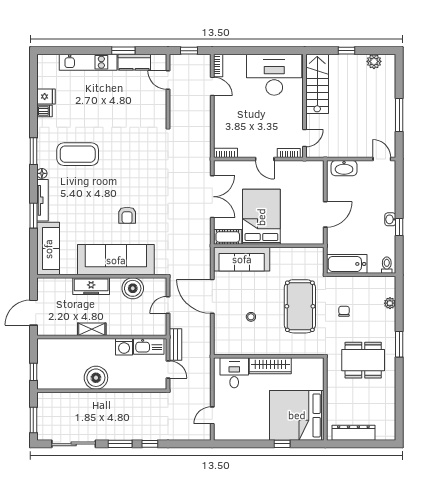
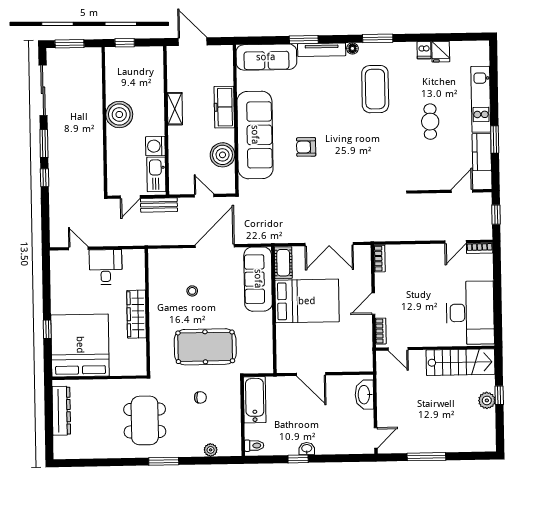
plant: (374, 61) -> (487, 400), moved
cafe table: (107, 107) -> (430, 122), added
desk: (234, 373) -> (106, 267), moved, turned -90

